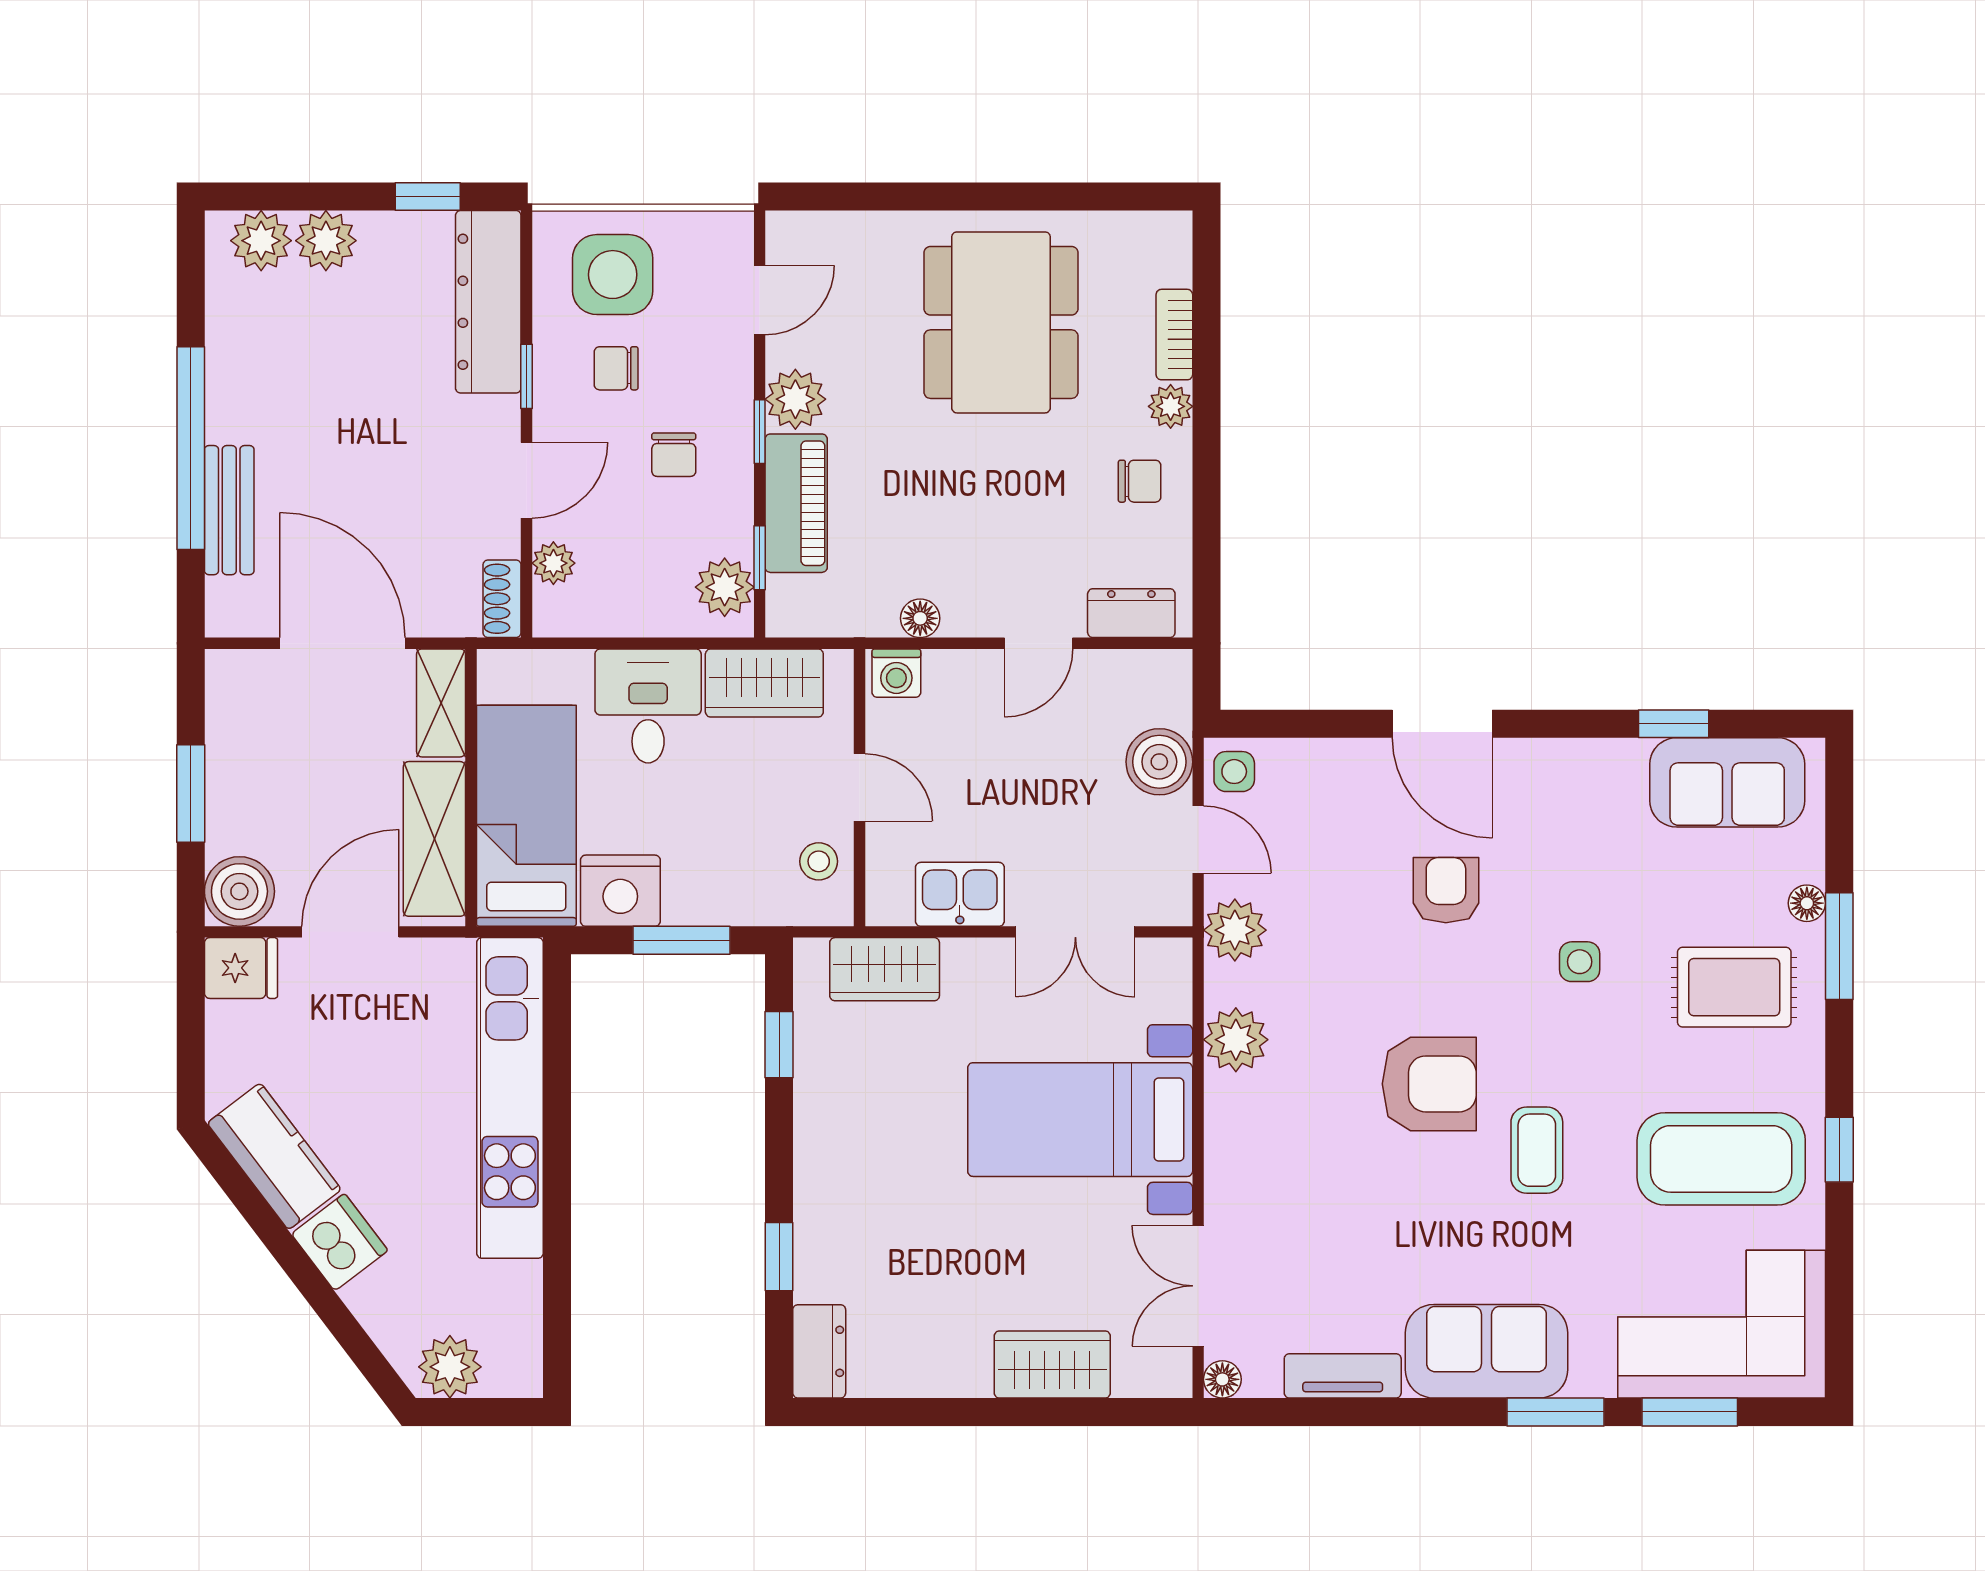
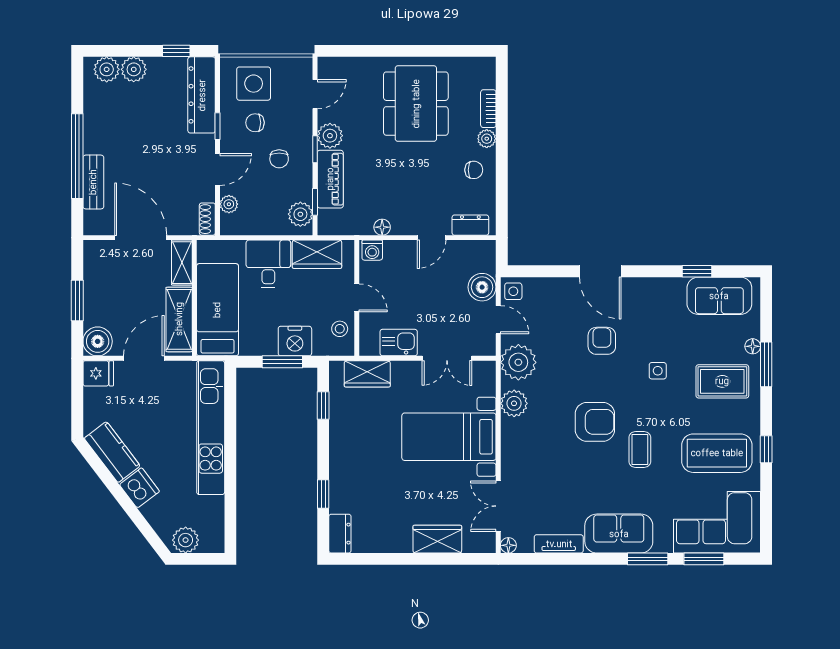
nightstand: (620, 891) -> (295, 341), moved
plant: (1235, 930) -> (518, 362), width x1.36, depth x1.36

